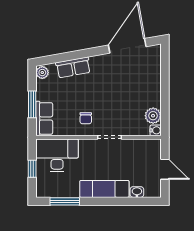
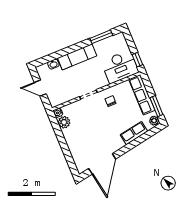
window: (32, 104) -> (156, 106), moved
row of seats: (44, 118) -> (142, 95), width x1.48
window: (32, 169) -> (137, 60), moved

